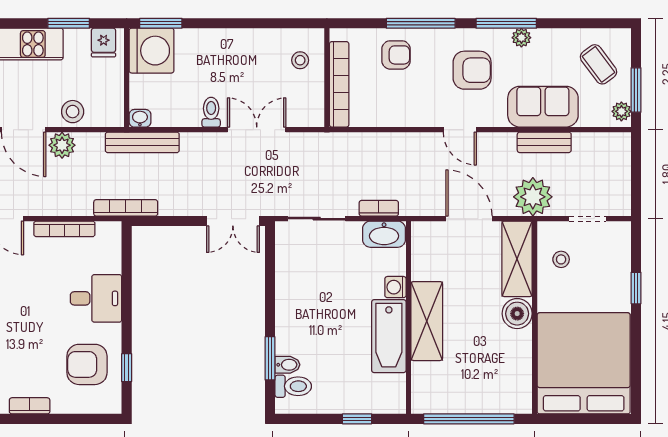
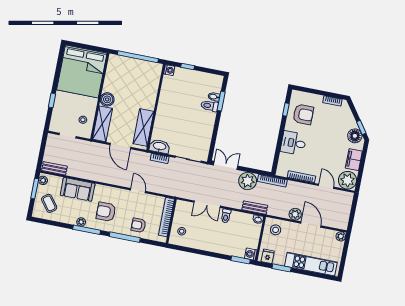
washing machine: (152, 51) -> (251, 254), width x0.53, depth x0.53
stool: (73, 112) -> (276, 230), moved
door: (460, 130) -> (138, 191), moved
bench: (142, 142) -> (255, 208), width x0.73
bench: (544, 142) -> (54, 168), moved
plant: (533, 197) -> (248, 181), moved
washing machine: (395, 287) -> (169, 70), moved
shelving: (427, 321) -> (143, 127), moved
bathtub: (389, 336) -> (166, 101), removed
toilet: (293, 386) -> (209, 106), moved

